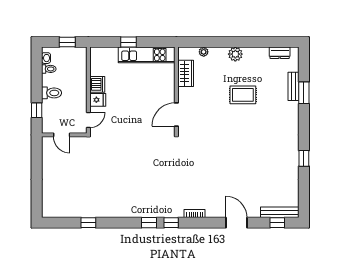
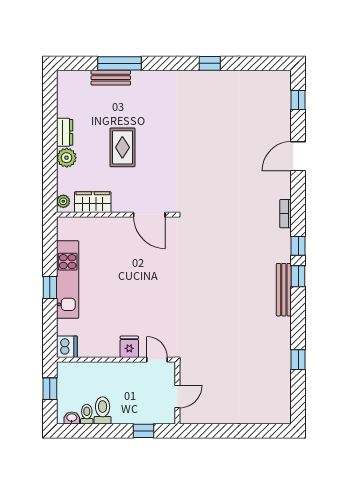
window: (129, 42) -> (50, 288), moved
dresser: (280, 53) -> (65, 132), moved
wardrobe: (186, 73) -> (93, 202), moved
dishwasher: (97, 84) -> (67, 347), moved, turned 90
wall: (176, 90) -> (116, 215), moved
toilet: (51, 93) -> (103, 410), moved
window: (304, 93) -> (119, 63), width x1.44
door: (176, 114) -> (149, 215), moved
bench: (280, 212) -> (284, 290), moved

